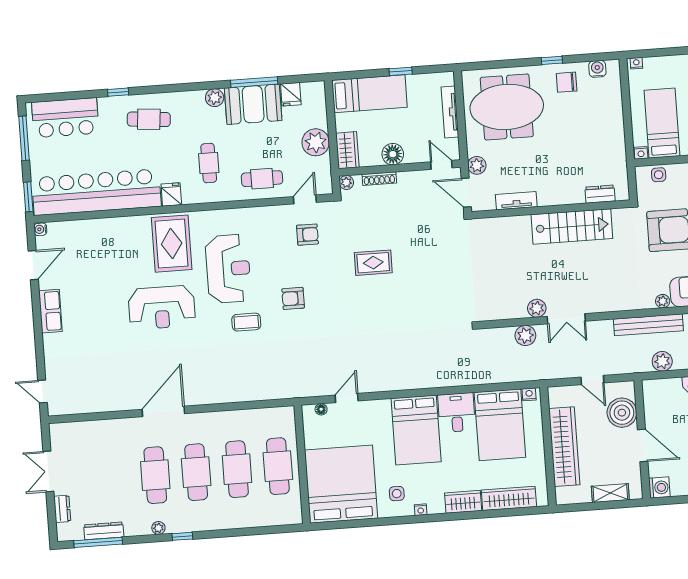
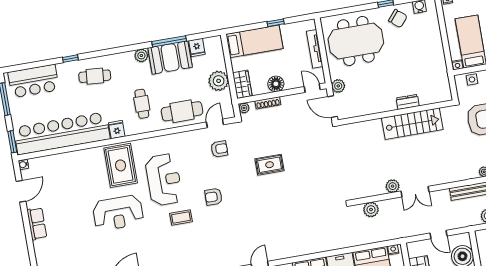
chair: (567, 82) -> (398, 18), turned -140
cafe table: (262, 179) -> (182, 111), width x1.37, depth x1.35
dresser: (600, 194) -> (408, 102), moved
tv unit: (516, 201) -> (370, 109), removed
plant: (525, 336) -> (371, 210), moved

